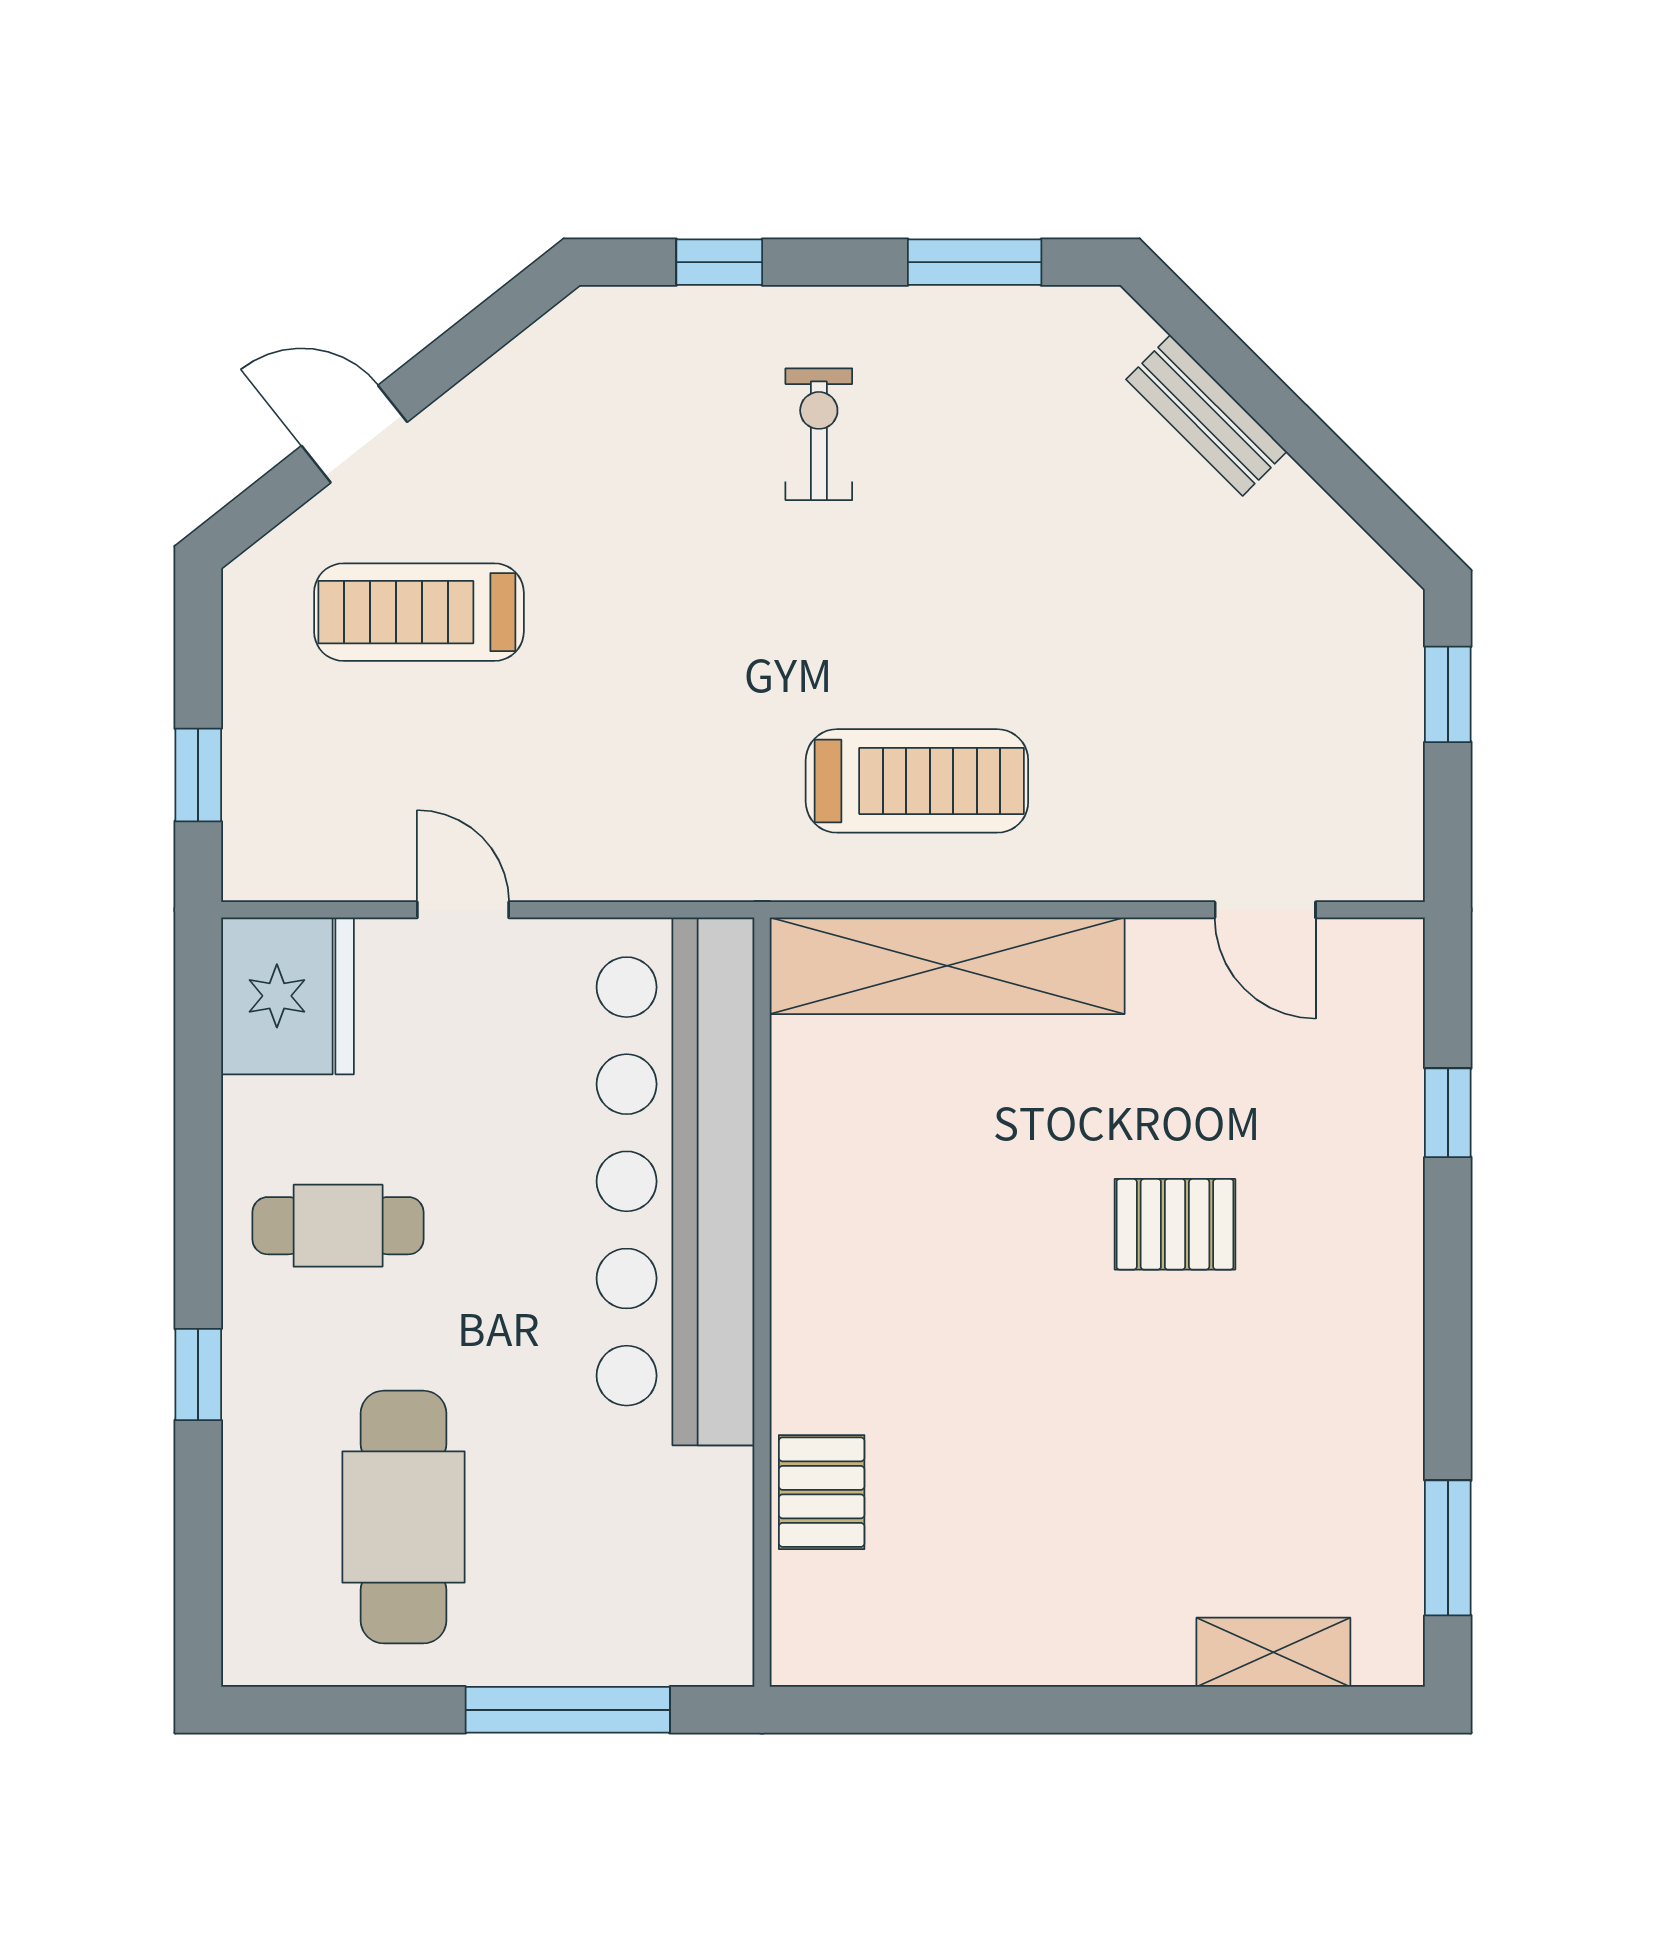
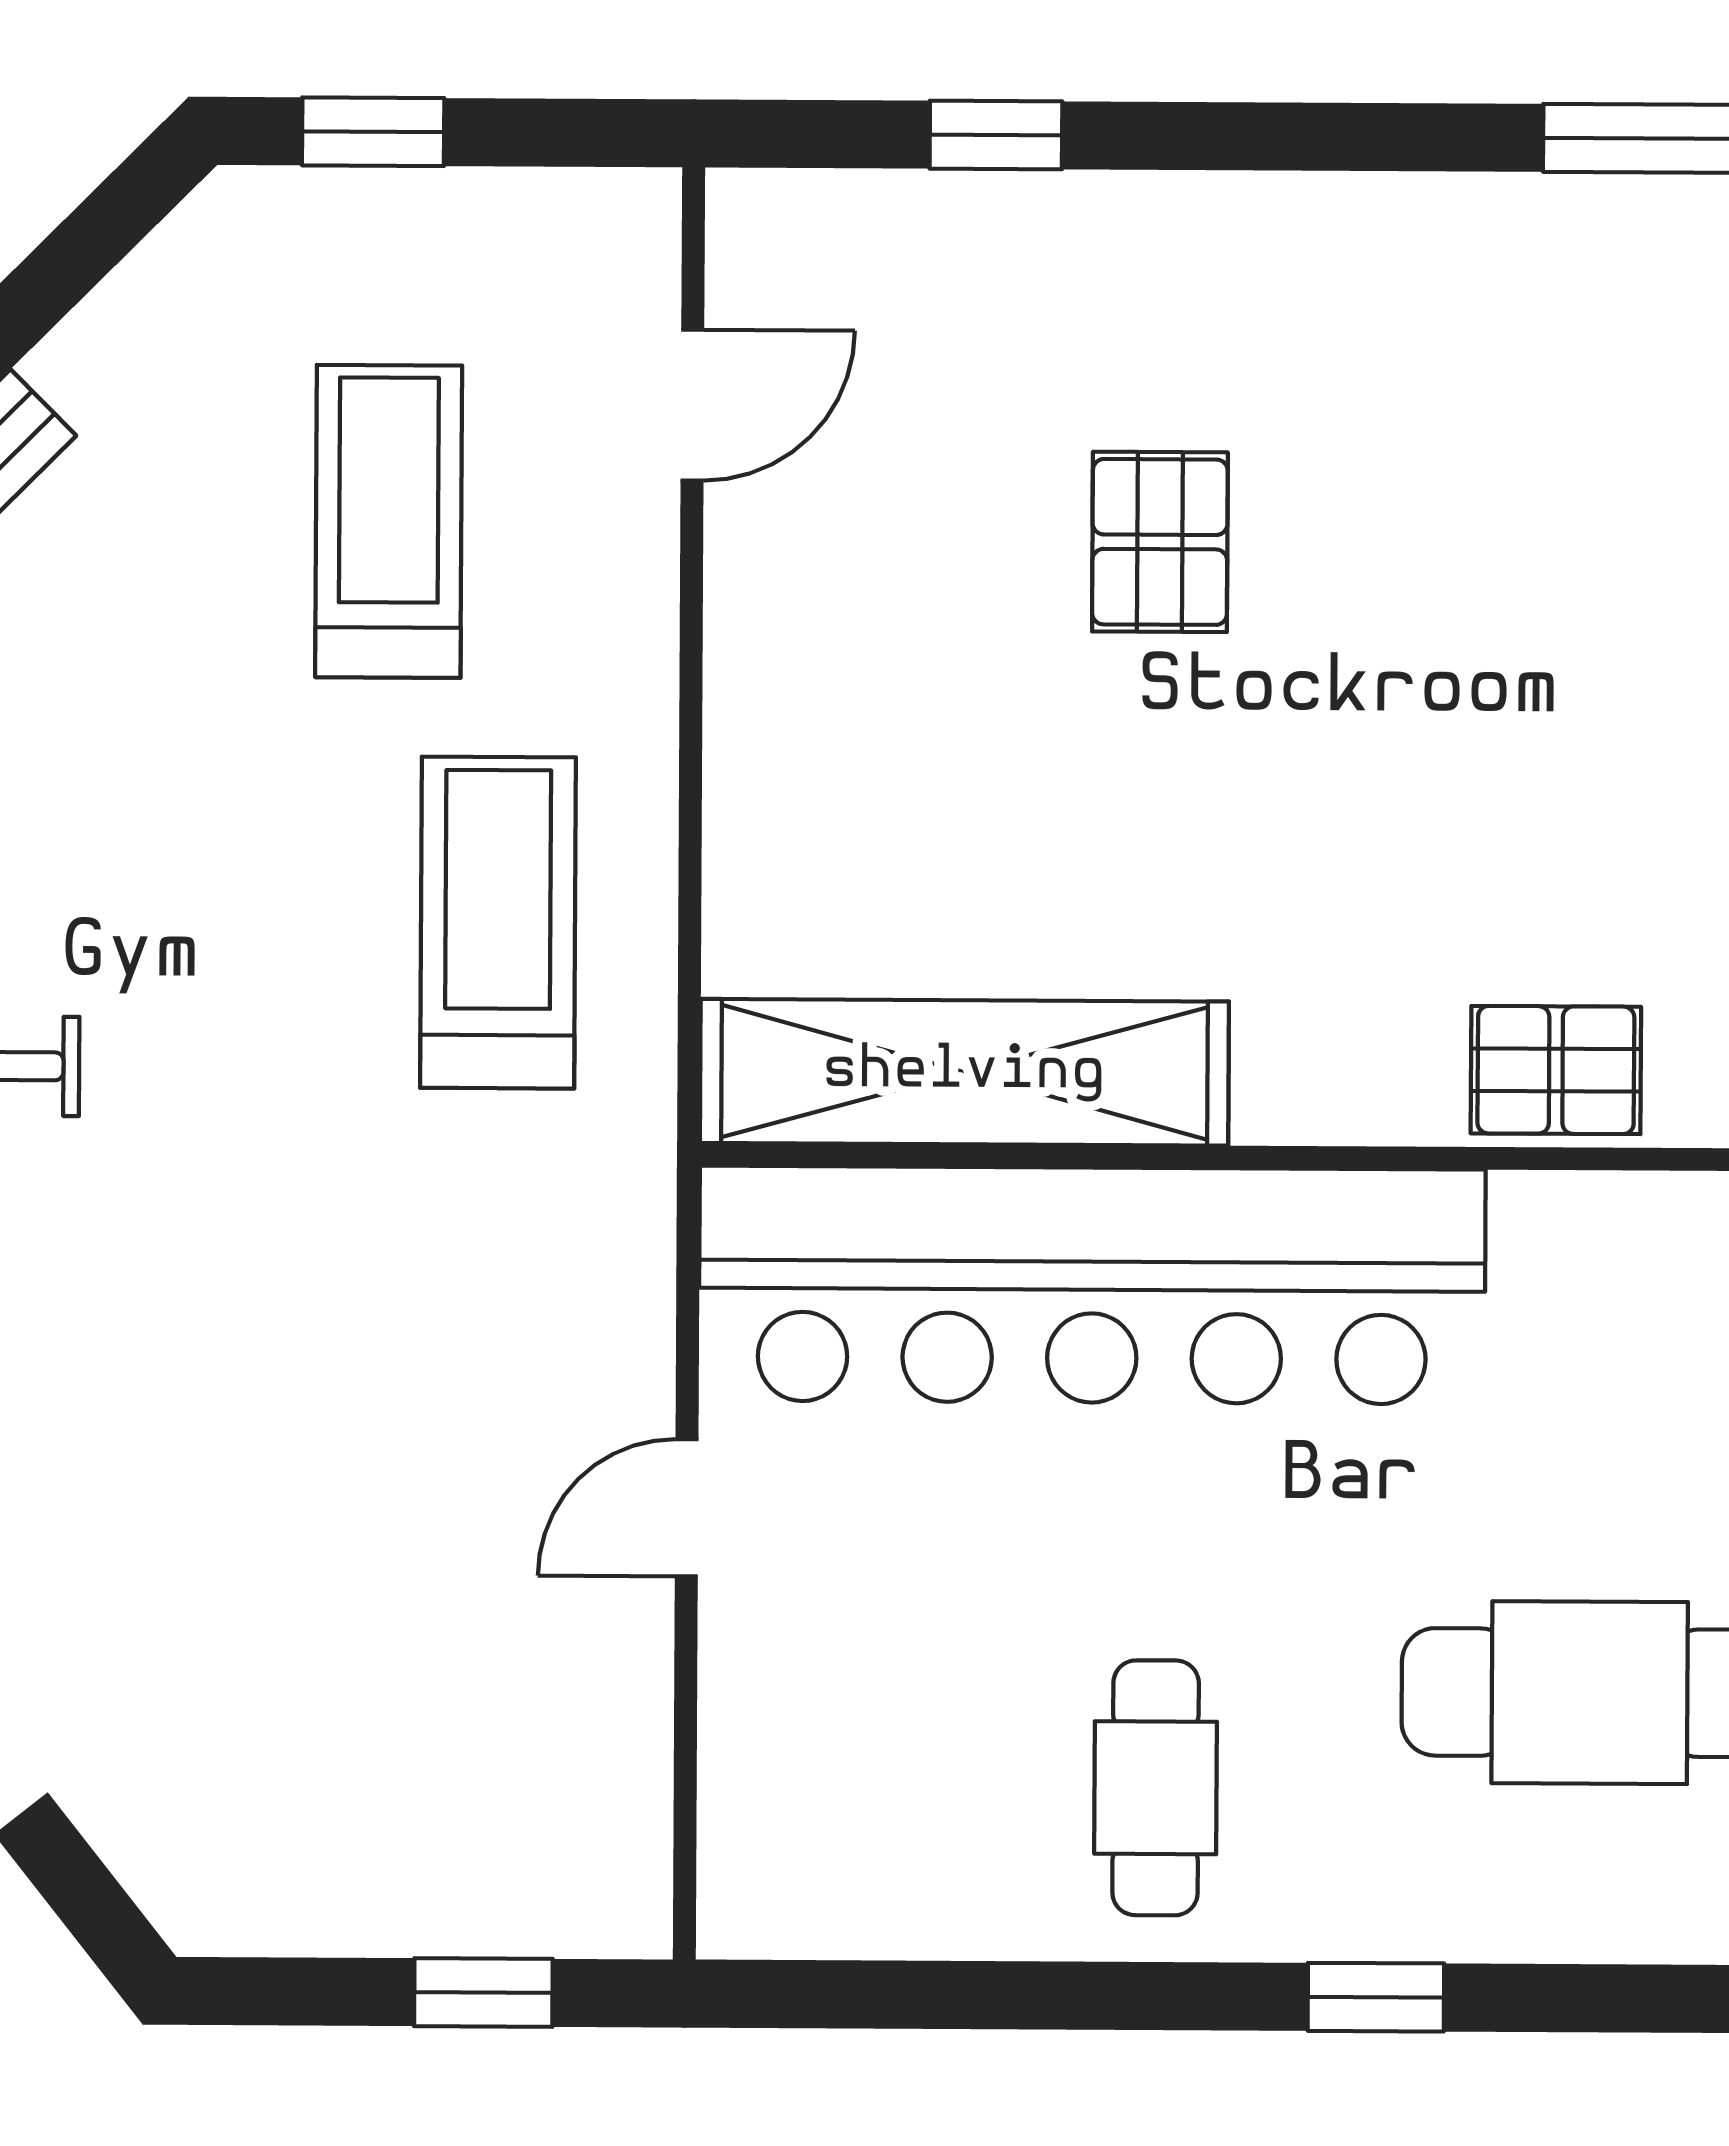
treadmill: (419, 612) -> (389, 521), moved, turned 180
door: (463, 910) -> (687, 1508), moved
shelving: (947, 966) -> (964, 1072), moved, turned 90
fridge: (288, 996) -> (813, 1861), removed

